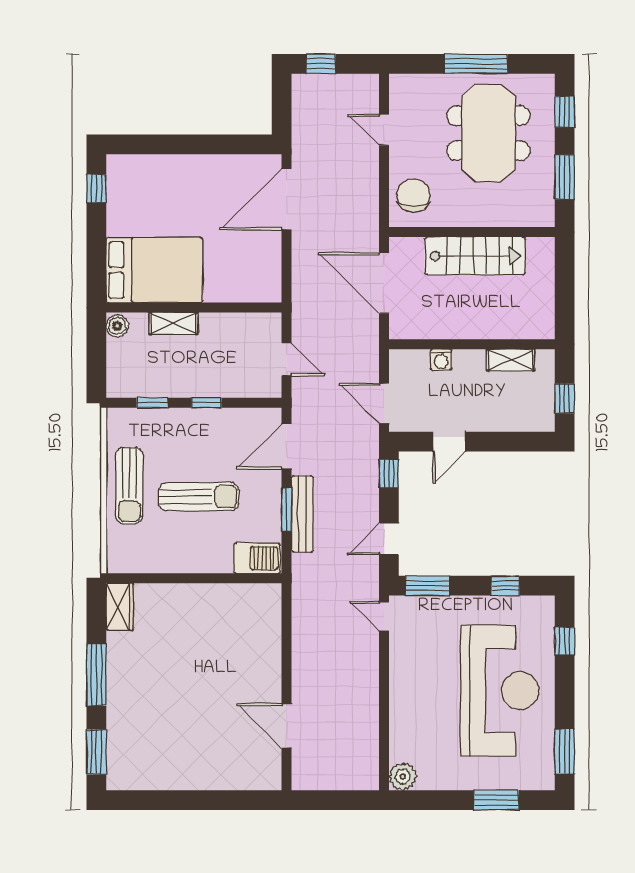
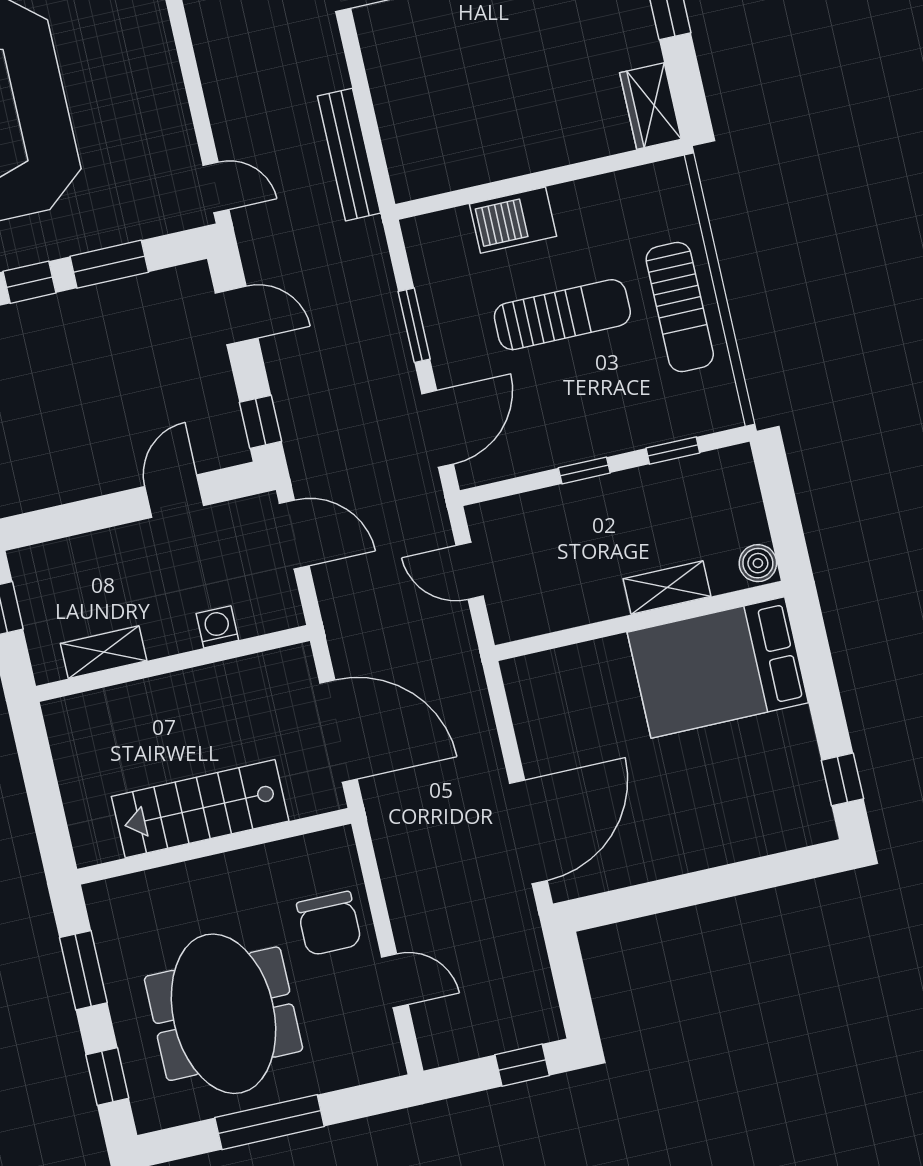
chair: (413, 195) -> (329, 924), moved
sun lounger: (129, 486) -> (680, 307), turned 180
sun lounger: (199, 497) -> (562, 315), turned 180
bench: (302, 514) -> (349, 155), moved
door: (389, 539) -> (237, 315), hinge flipped
barbecue: (257, 558) -> (513, 220), moved
window: (428, 586) -> (109, 264), moved

